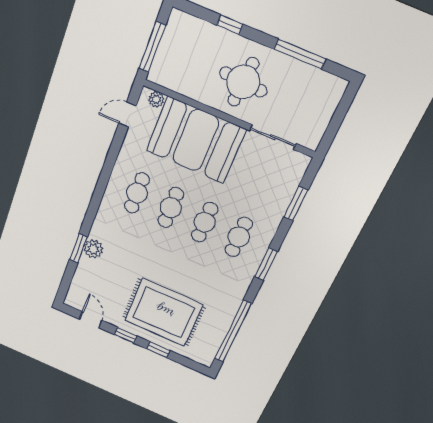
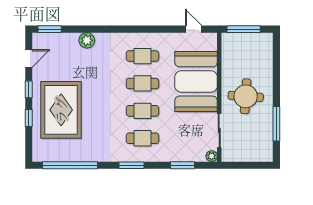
window: (230, 25) -> (276, 73), removed
plant: (156, 99) -> (212, 156), moved
window: (78, 248) -> (50, 29), moved

